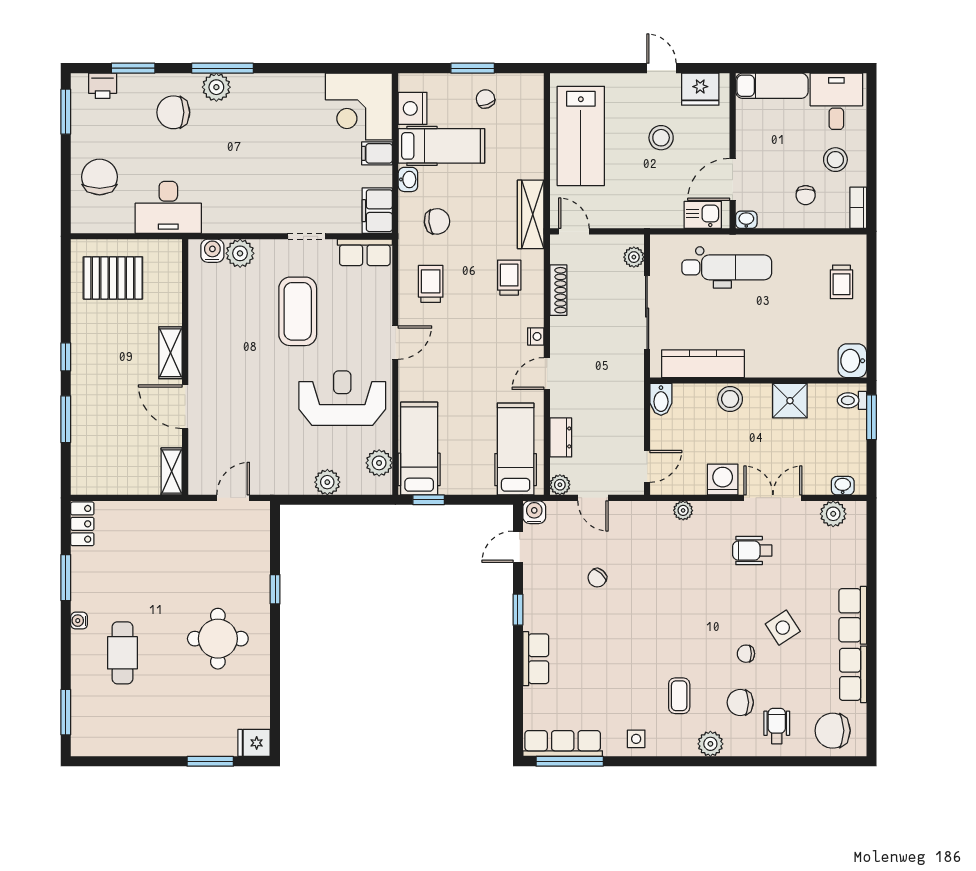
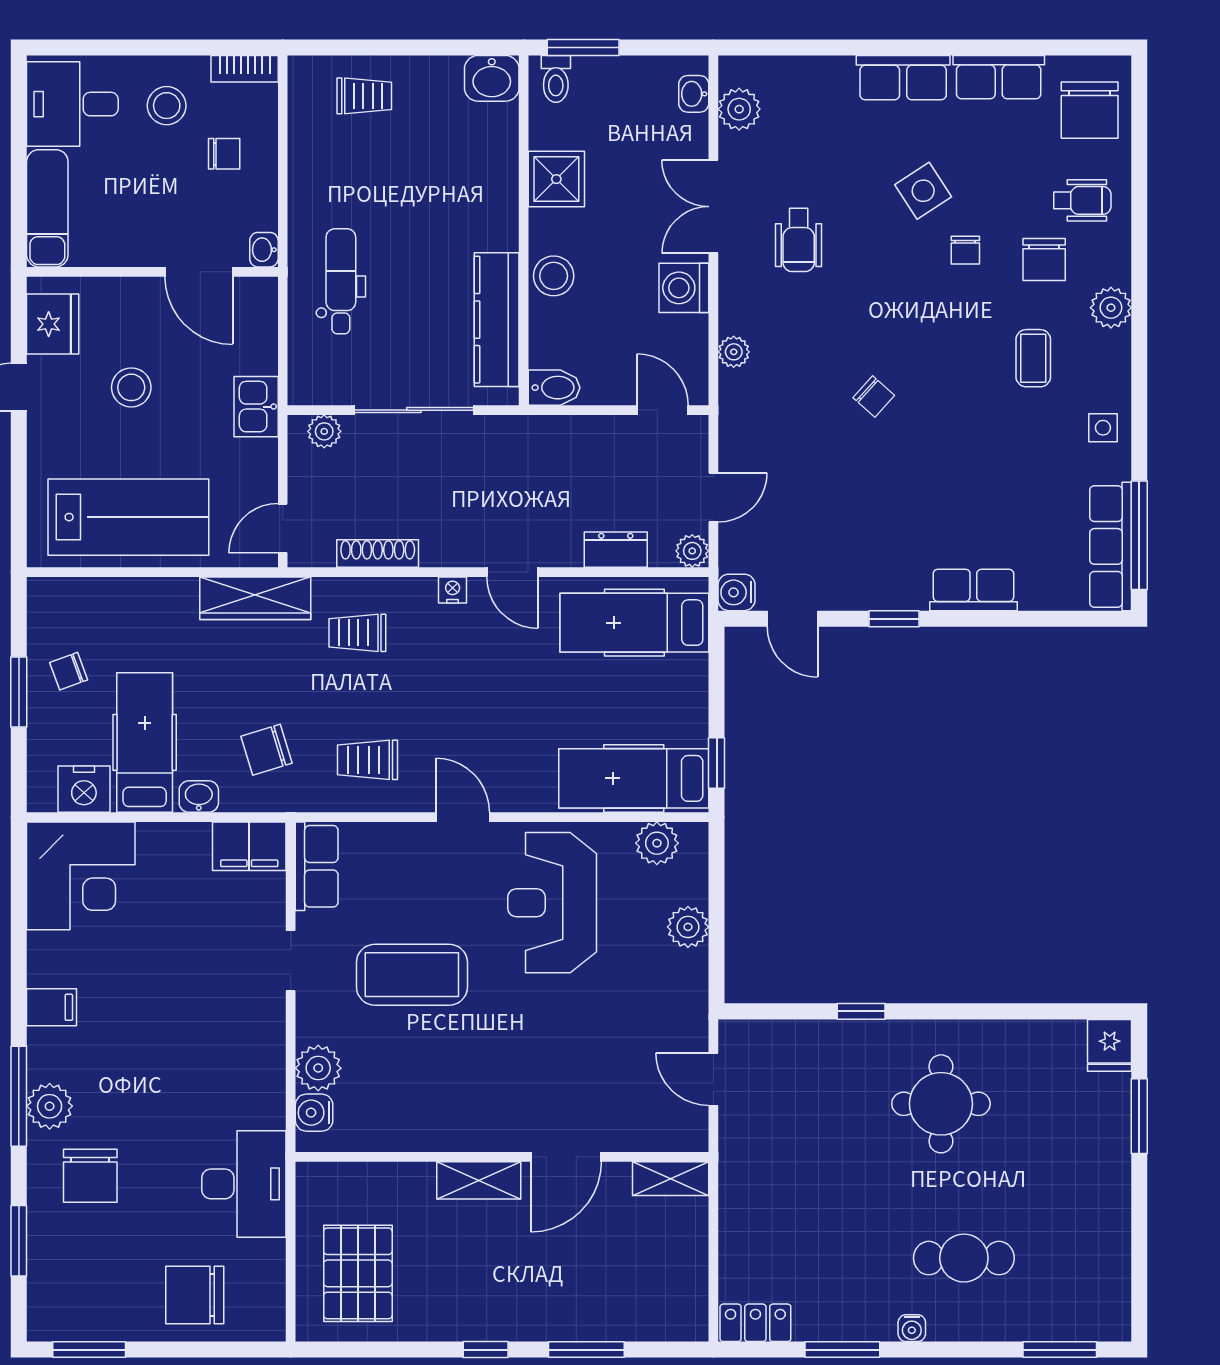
printer: (103, 86) -> (47, 1290), removed
filing cabinet: (377, 153) -> (52, 1007), moved, turned -90
kitchen sink: (703, 215) -> (256, 407), moved
chair: (437, 221) -> (267, 750), turned -101
dental chair: (727, 267) -> (341, 281), width x0.73, depth x0.72
chair: (597, 578) -> (874, 396), moved
coffee table: (679, 696) -> (1033, 358), turned 90
wheelchair: (777, 726) -> (1082, 200), turned 180

